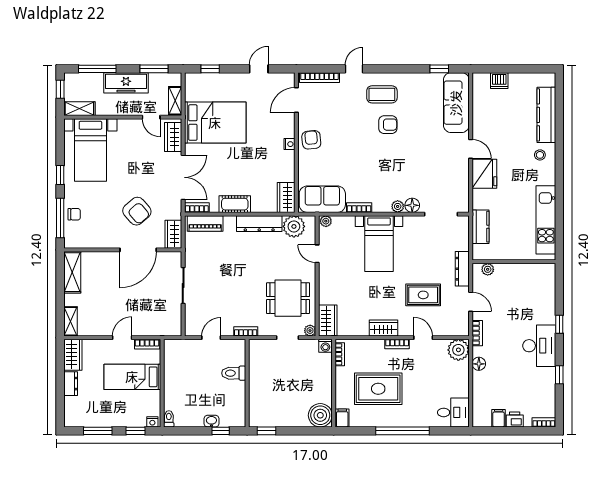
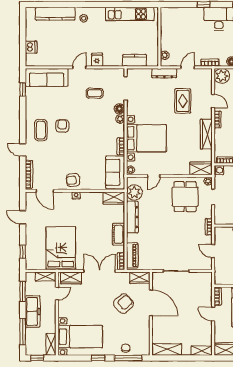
coffee table: (434, 170) -> (95, 93), added
fridge: (484, 174) -> (97, 60), width x0.53, depth x0.75
bed with nightstands: (379, 244) -> (146, 138), width x1.36
wardrobe: (383, 328) -> (206, 134), width x1.50
door: (423, 338) -> (213, 101), swing flipped

